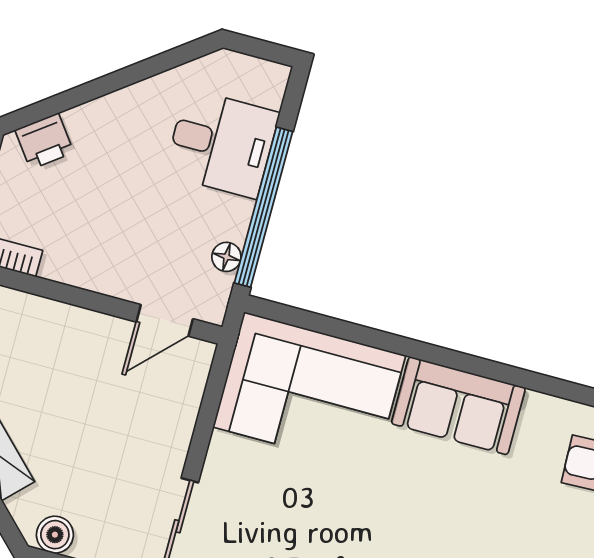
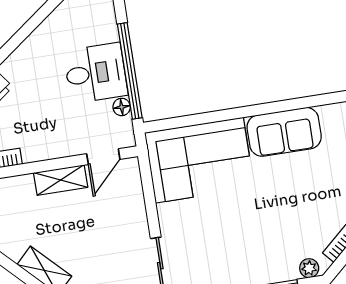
desk: (222, 144) -> (96, 73), moved
shelving: (83, 327) -> (61, 180), added

